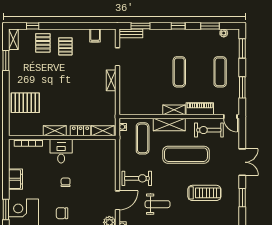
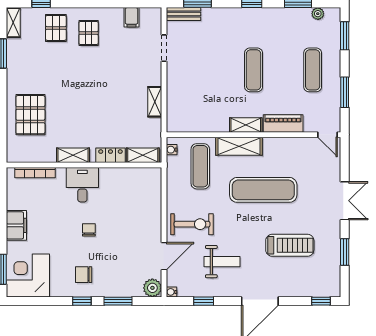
shelving: (111, 80) -> (155, 102), moved
pallet: (25, 103) -> (30, 115), turned 90
exercise bike: (209, 130) -> (296, 154), removed

